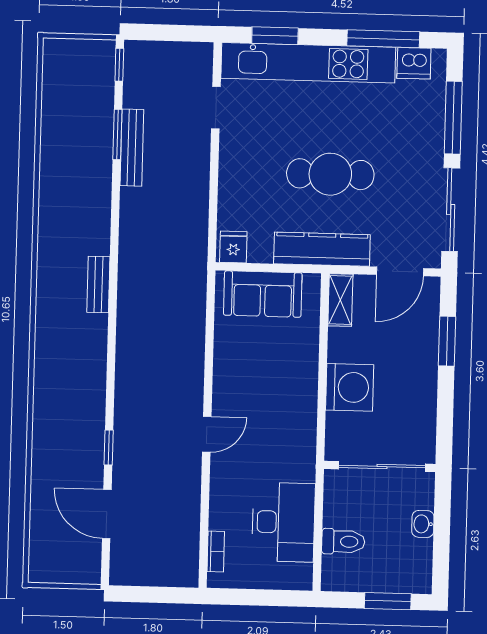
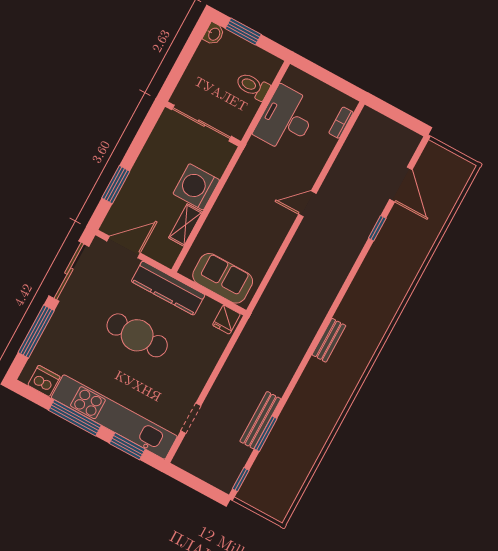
window: (383, 39) -> (75, 418), moved
shelving: (340, 300) -> (186, 225), moved
washbasin: (423, 524) -> (214, 34), moved

